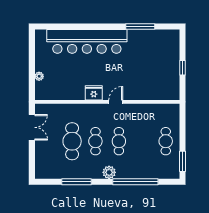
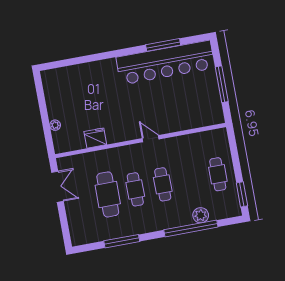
bar counter: (87, 41) -> (165, 63), moved
window: (182, 68) -> (222, 84), width x2.17
fridge: (94, 93) -> (95, 138), moved
door: (116, 102) -> (151, 139), hinge flipped
plant: (109, 172) -> (201, 215), moved

